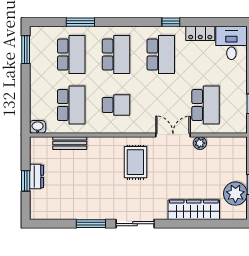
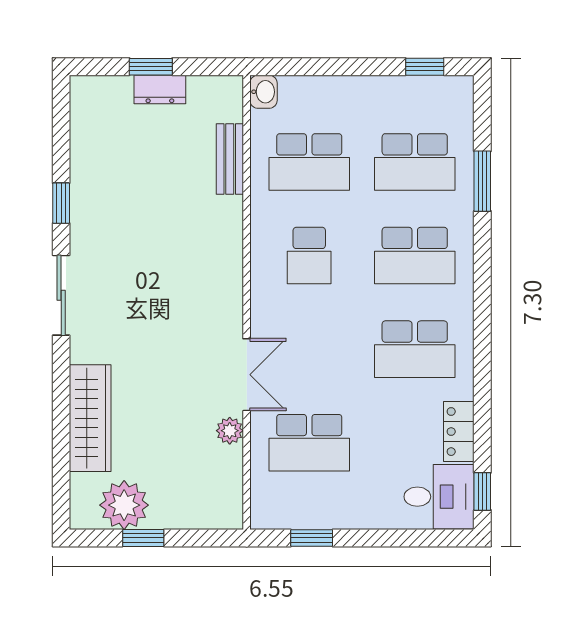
window: (171, 22) -> (482, 491), moved
window: (26, 50) -> (425, 67), width x0.67
rug: (135, 162) -> (190, 296), removed
window: (91, 224) -> (61, 203), width x0.67

